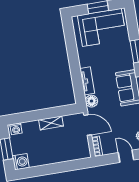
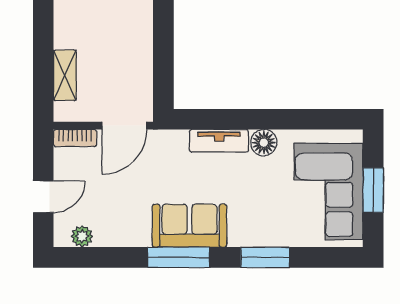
floor lamp: (91, 101) -> (264, 143), moved
shelving: (51, 123) -> (65, 75), moved

